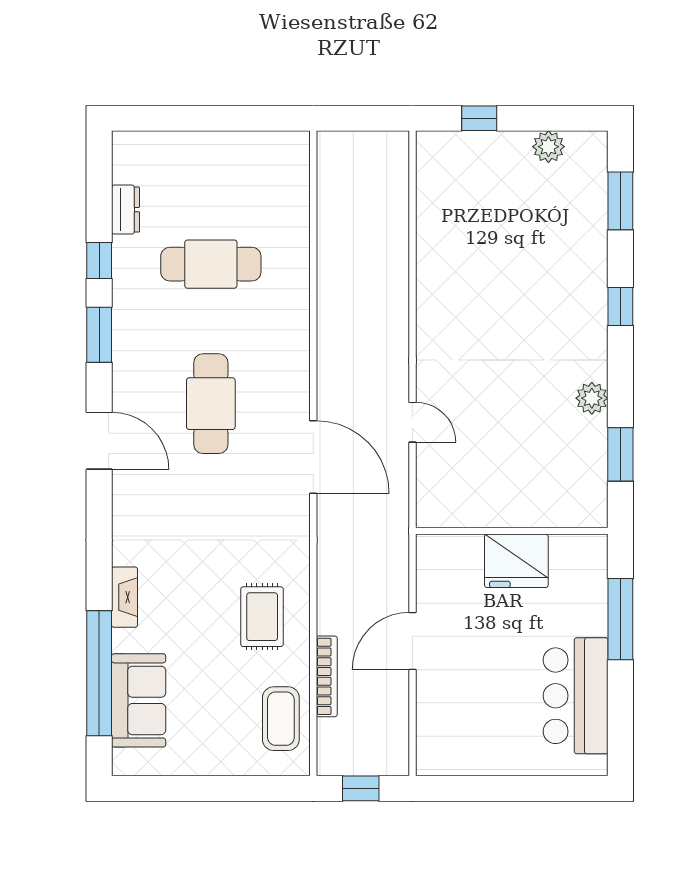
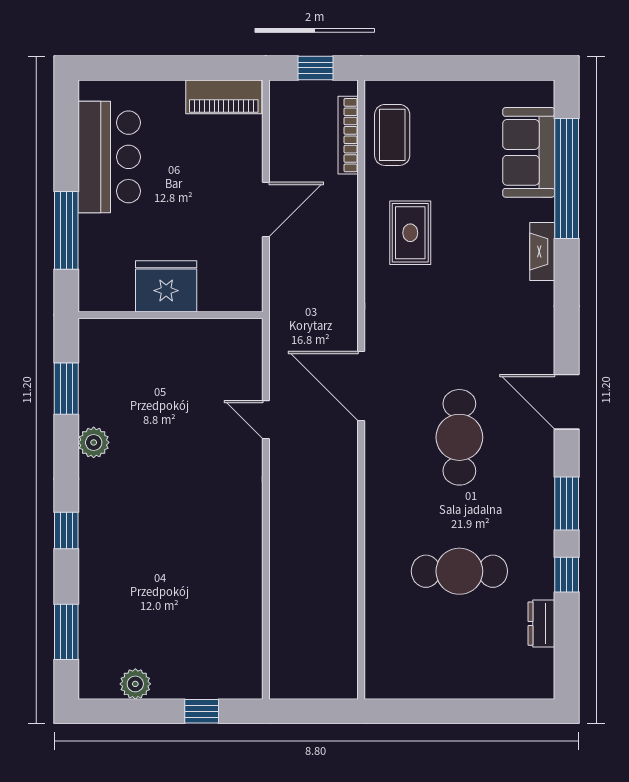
bookcase: (327, 676) -> (348, 135), moved
piano: (456, 758) -> (224, 97), added

